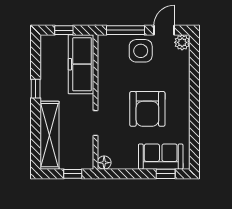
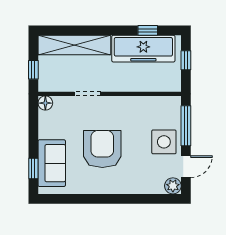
door: (164, 30) -> (186, 167), hinge flipped
freezer: (81, 64) -> (143, 49), moved, turned 180
window: (36, 89) -> (148, 30), moved
armchair: (147, 109) -> (102, 149), turned 90

